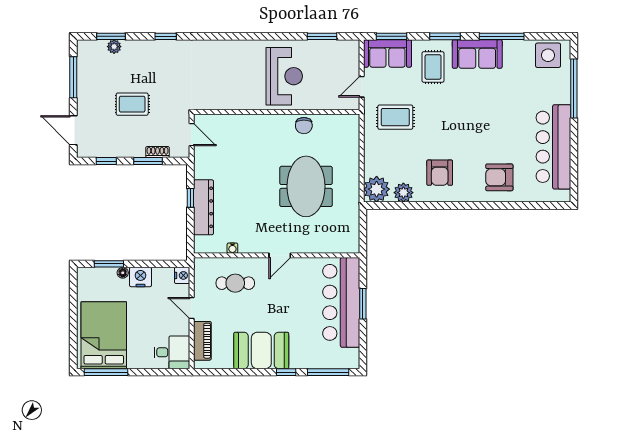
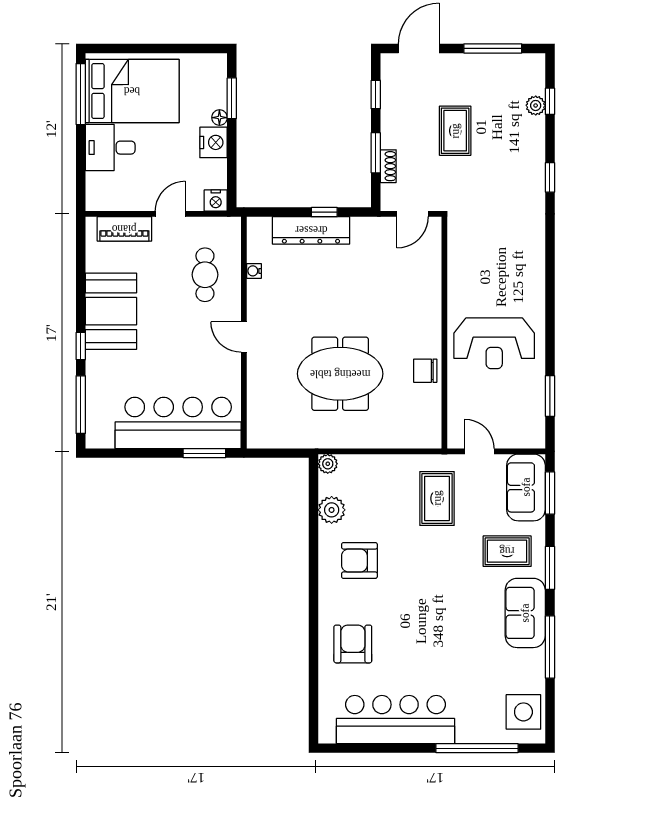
window: (111, 36) -> (550, 101), width x0.67
plant: (377, 189) -> (328, 464), width x0.53, depth x0.53
window: (363, 304) -> (204, 453), moved
desk: (172, 352) -> (110, 148), moved, turned 90

